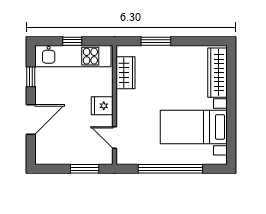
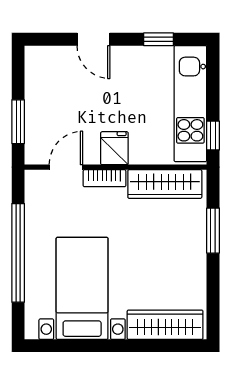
window: (72, 41) -> (213, 136), moved
wardrobe: (125, 73) -> (165, 184), width x1.50
bookcase: (122, 112) -> (105, 178), added
door: (31, 119) -> (93, 39), width x0.73

